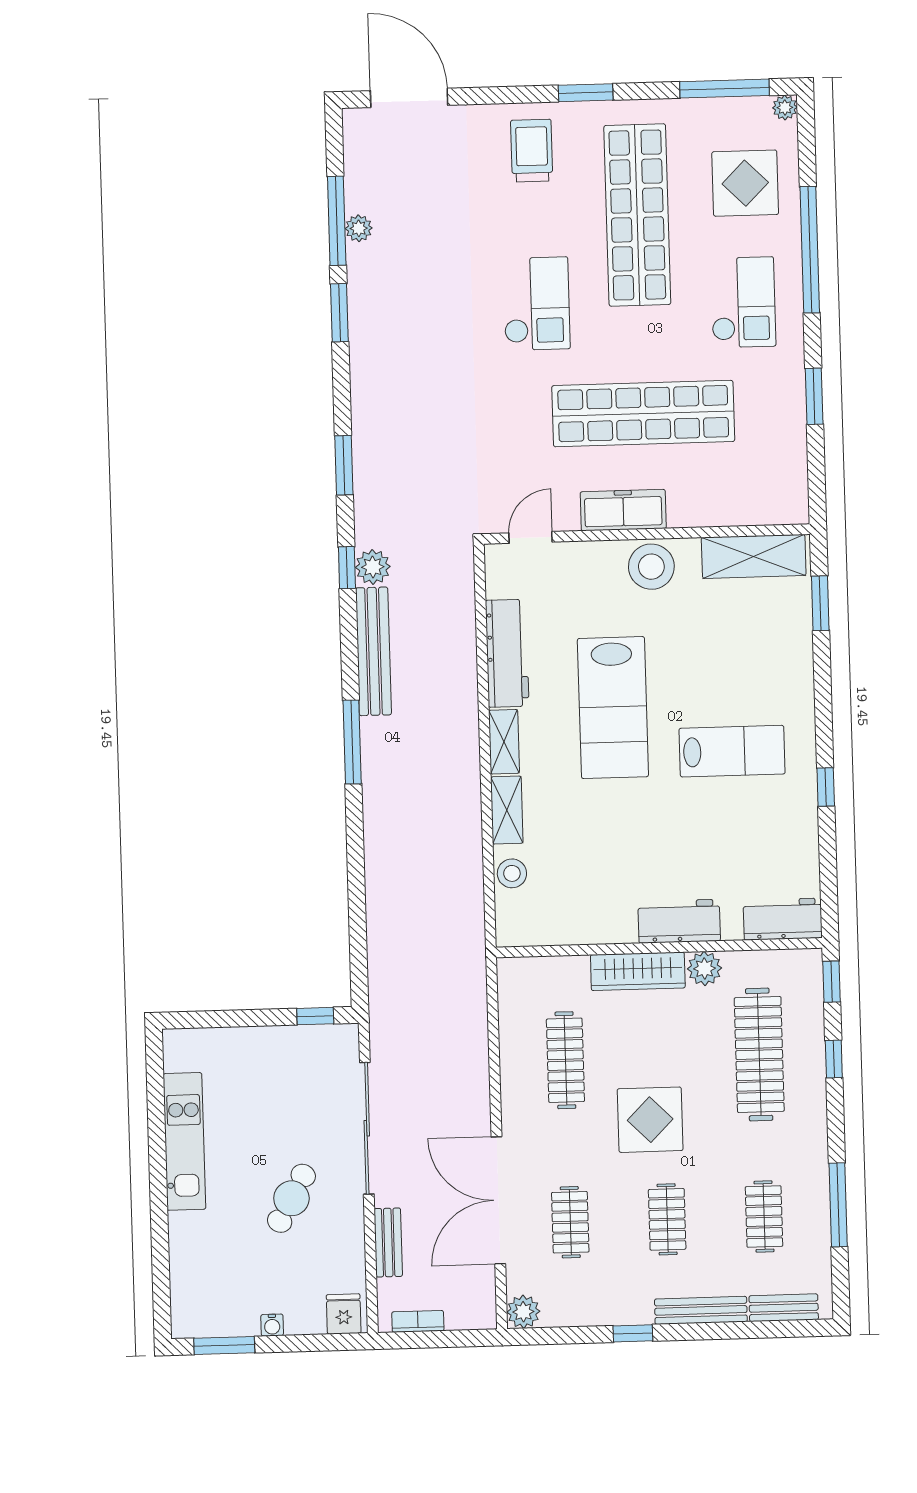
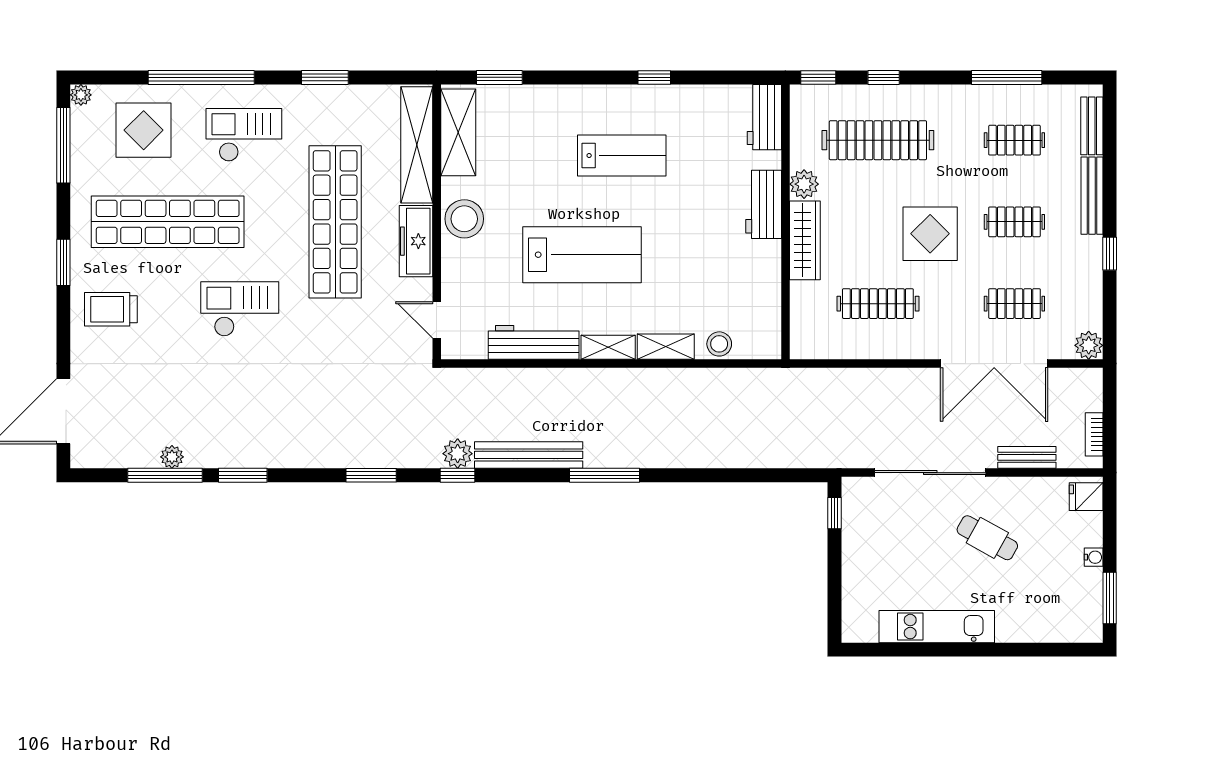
shelving: (737, 508) -> (417, 145), added
lab bench: (732, 751) -> (622, 155), turned 90

